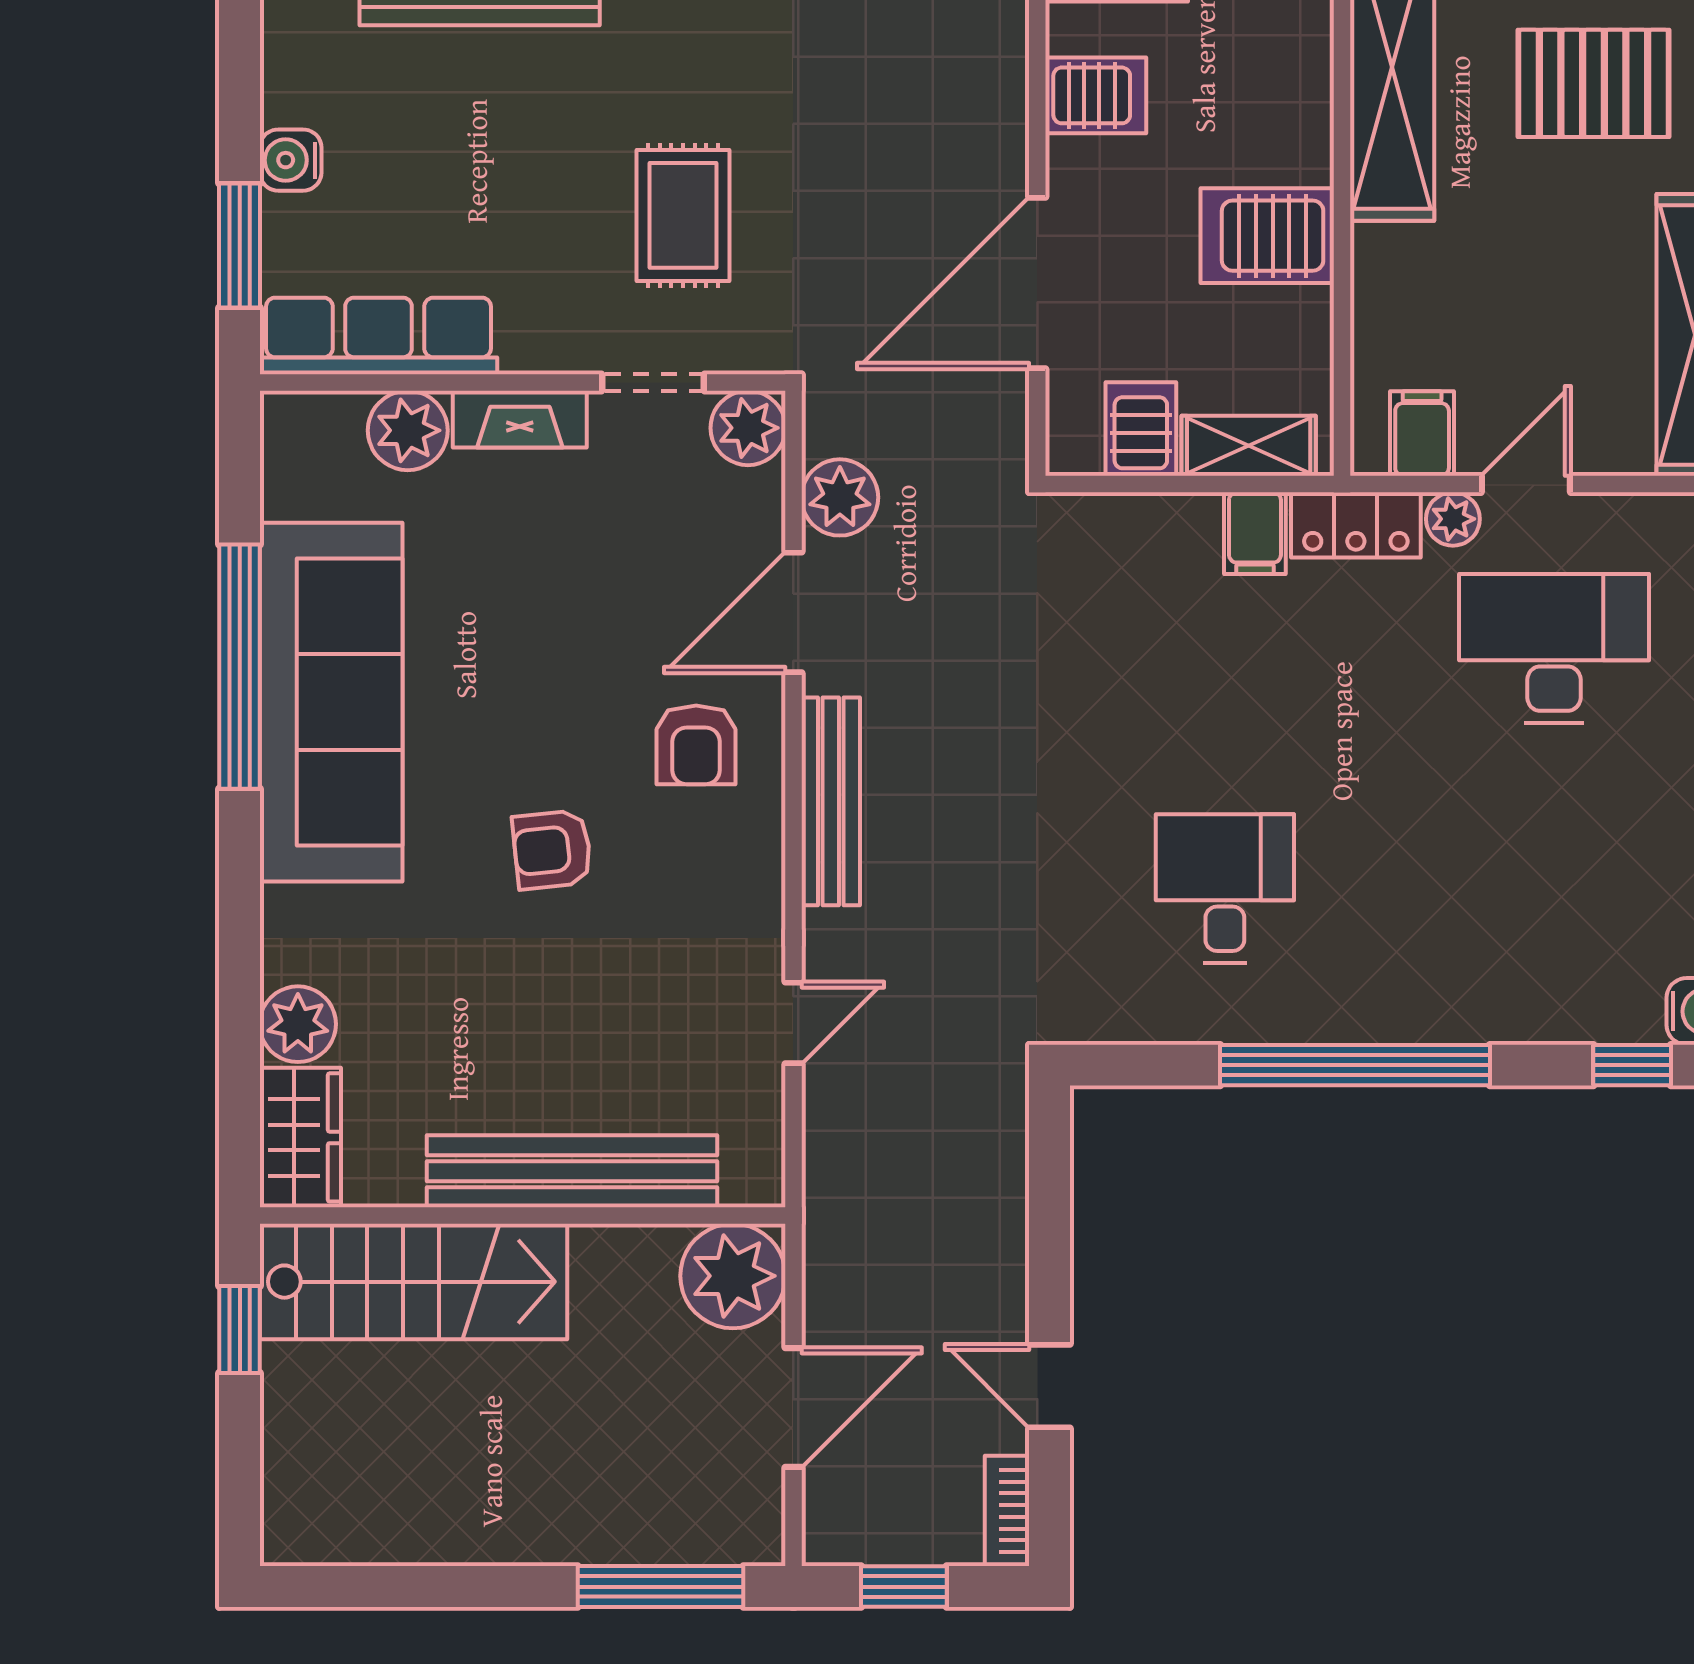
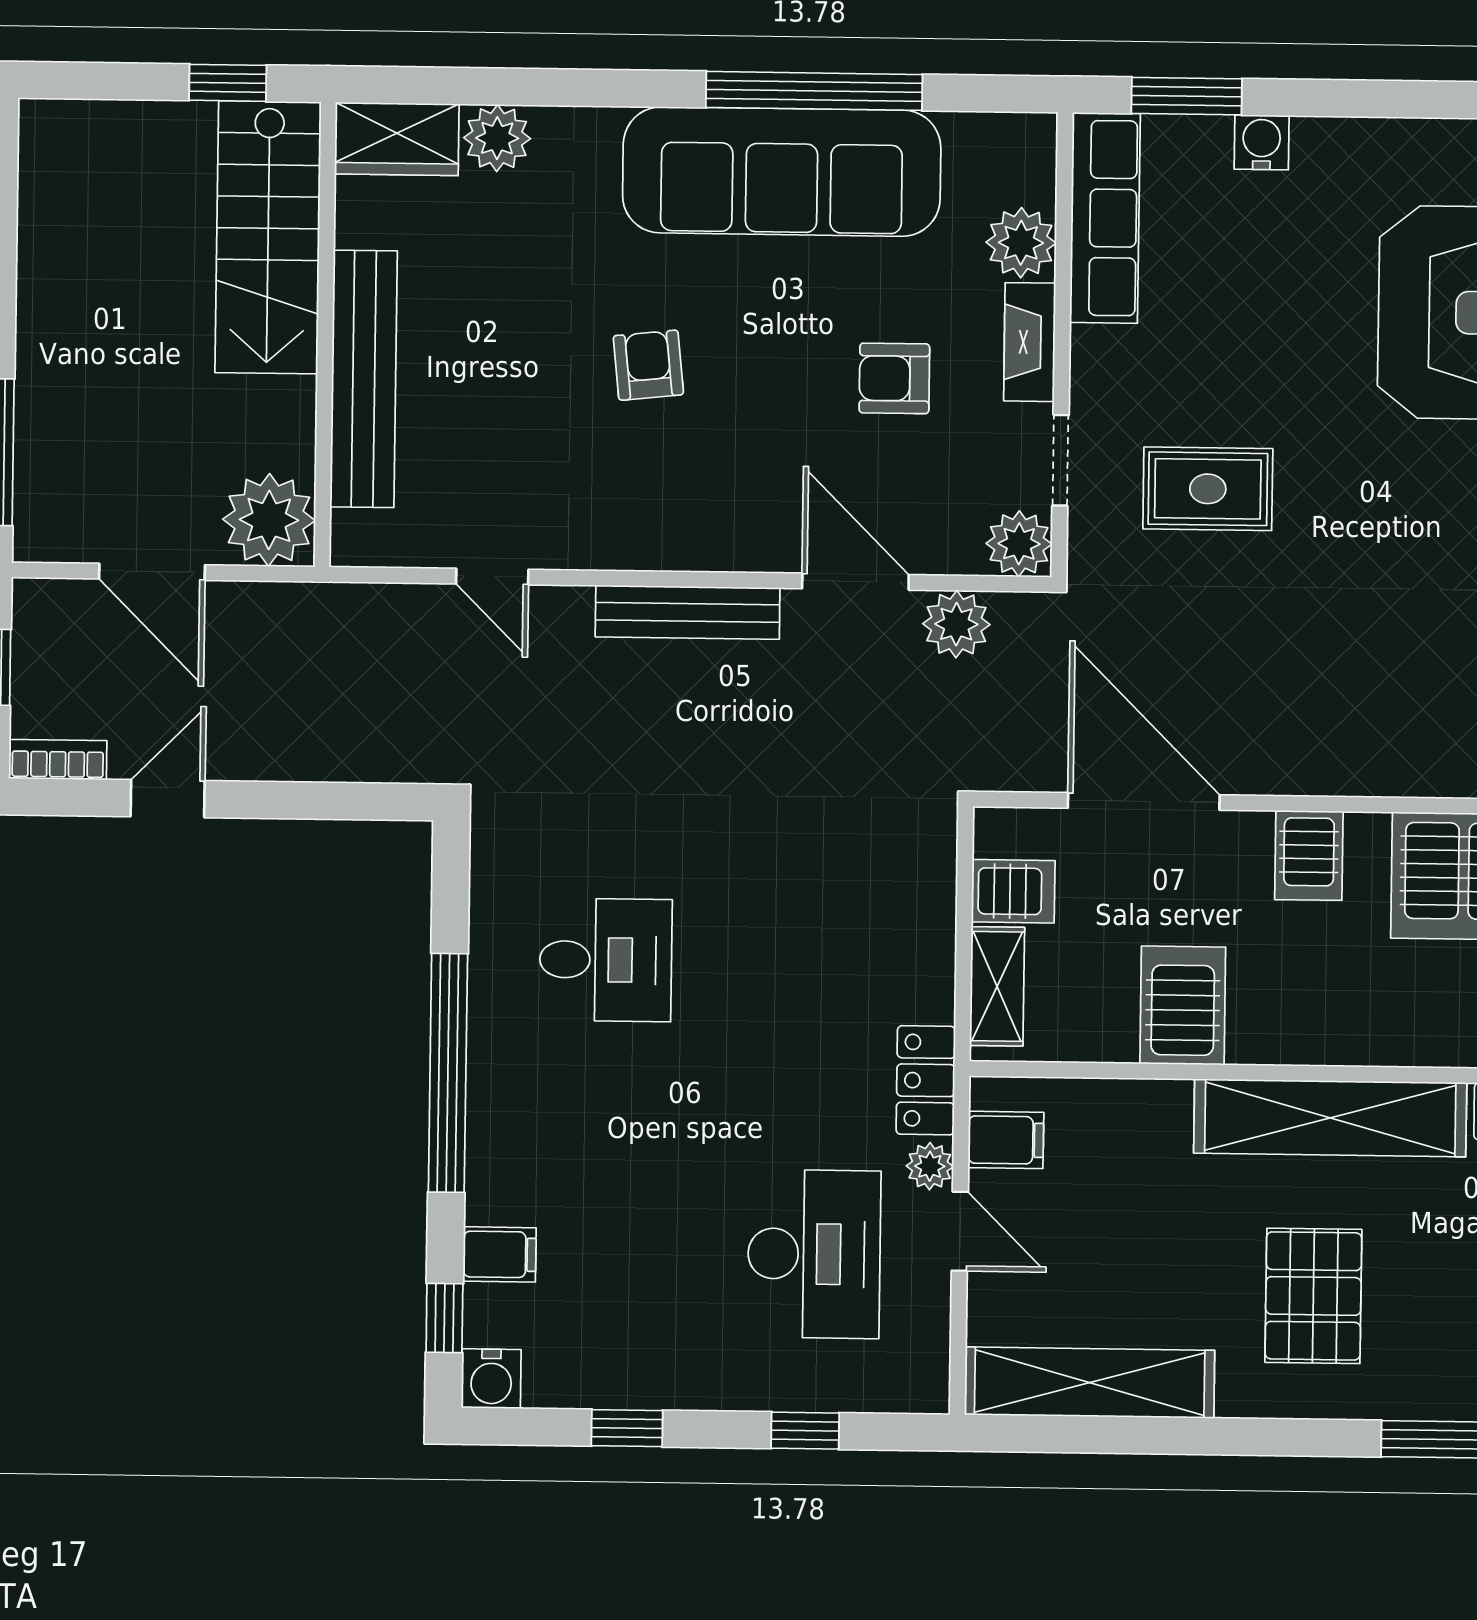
filing cabinet: (1255, 533) -> (500, 1254), moved, turned 180
armchair: (696, 745) -> (894, 378), moved

